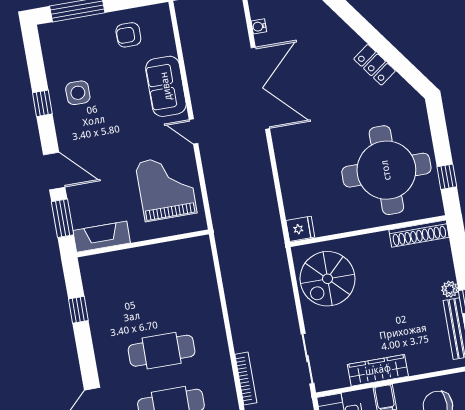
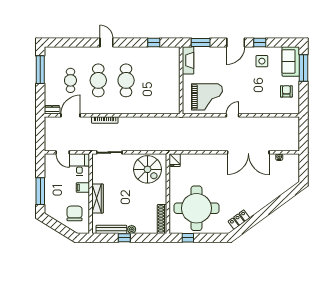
locker: (375, 65) -> (239, 220), moved
sofa: (166, 86) -> (291, 61), moved, turned -90
door: (54, 171) -> (236, 43), moved
spiral stairs: (327, 279) -> (147, 169), turned 180
wardrobe: (378, 370) -> (97, 199), moved

